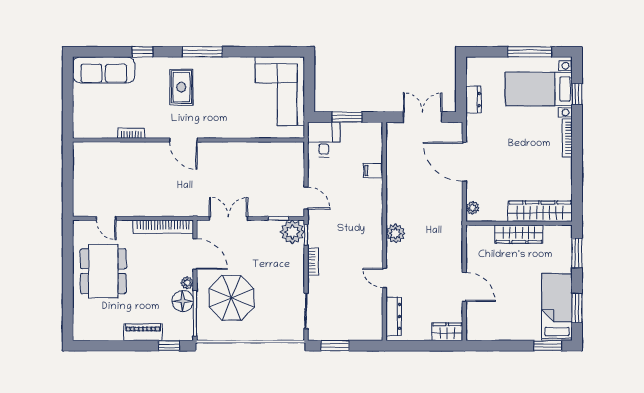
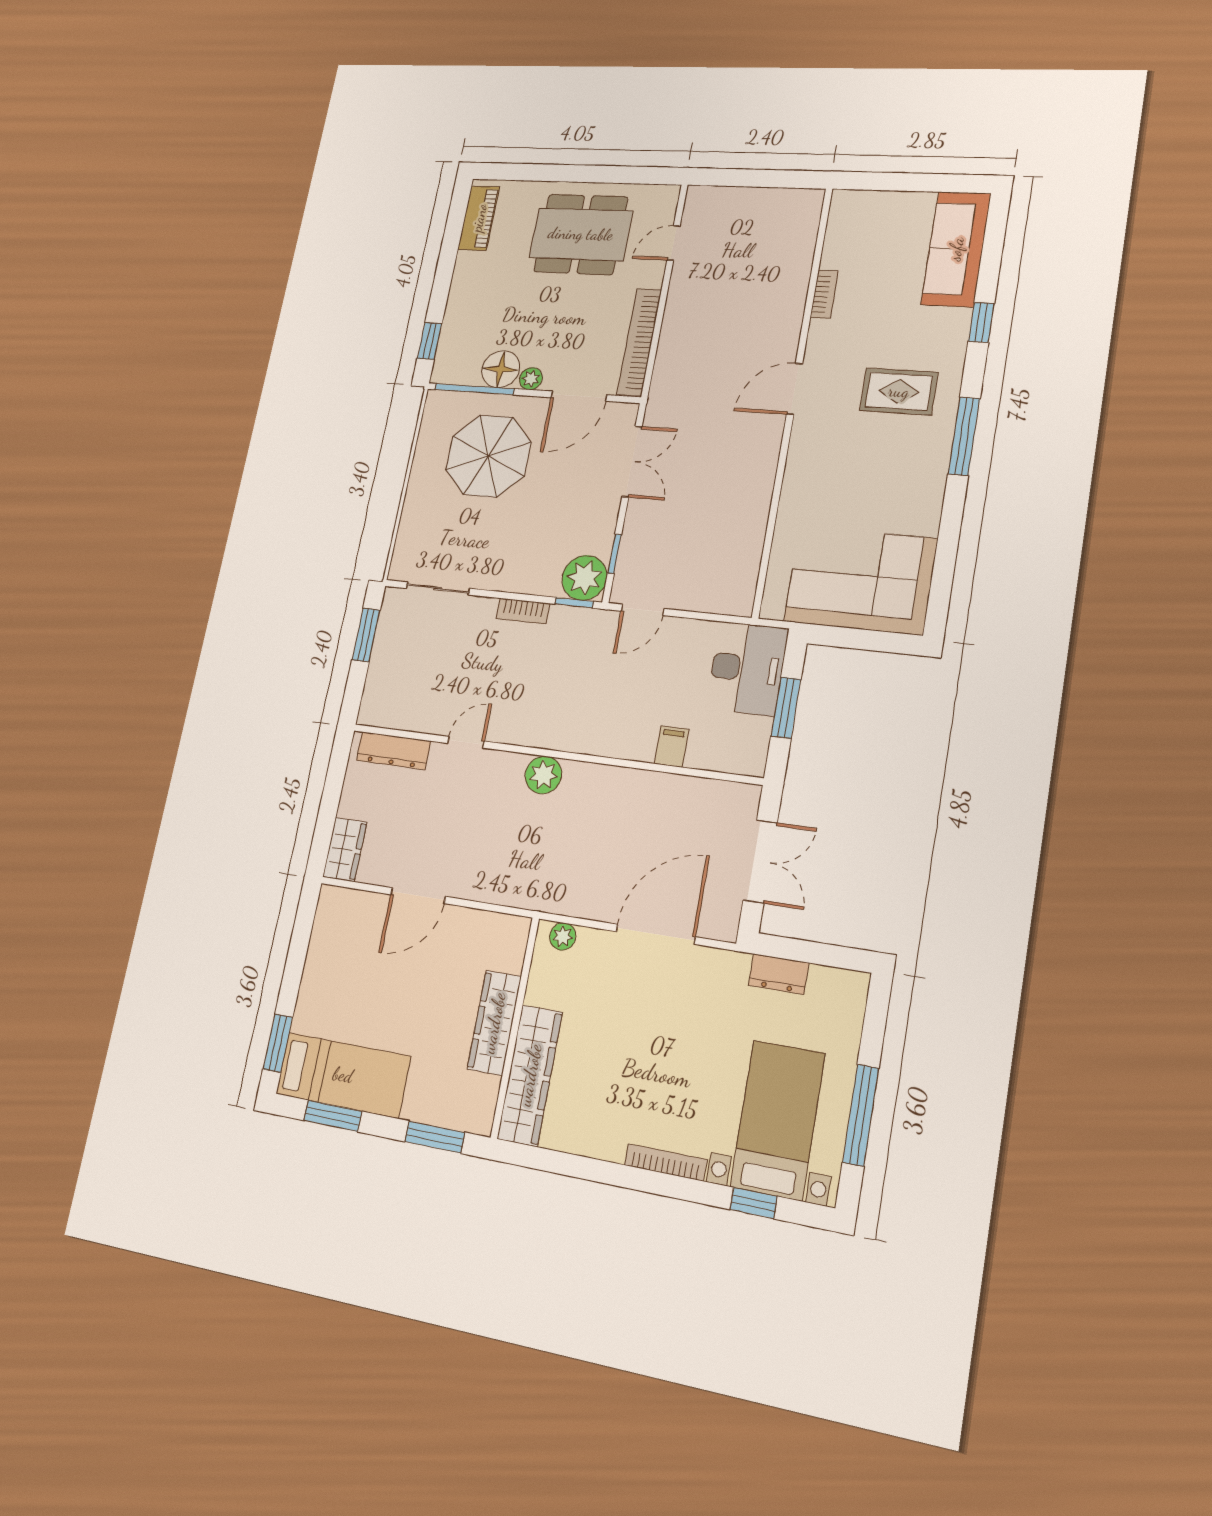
desk: (324, 140) -> (747, 668), width x1.37
piano: (143, 332) -> (479, 218), moved

